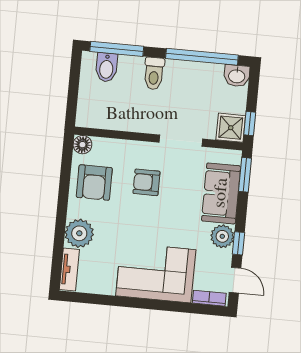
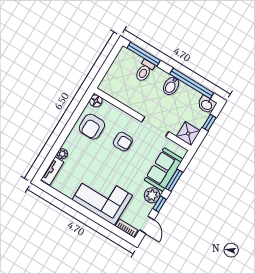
bidet: (106, 67) -> (171, 86), moved
toilet: (154, 73) -> (144, 71), moved
window: (250, 123) -> (209, 123), moved
window: (245, 175) -> (174, 180), moved
armchair: (146, 182) -> (123, 142), turned 180
plant: (79, 233) -> (62, 154), width x0.53, depth x0.53

